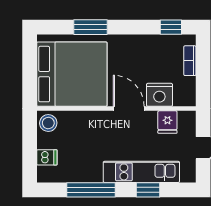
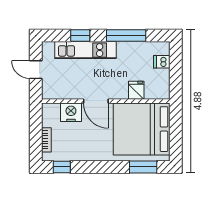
window: (91, 27) -> (143, 167), moved
fridge: (167, 122) -> (136, 90), moved
stool: (48, 123) -> (161, 90), removed

